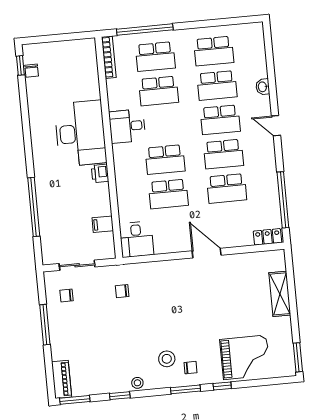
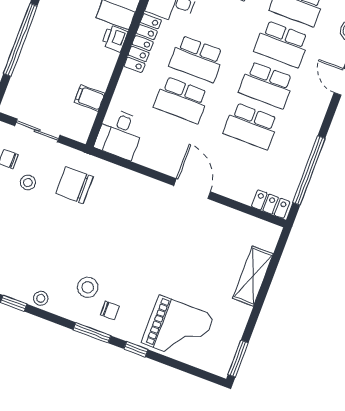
locker: (121, 167) -> (143, 43), added
chair: (122, 291) -> (74, 185), width x1.87, depth x1.87
stool: (88, 305) -> (28, 183), added

